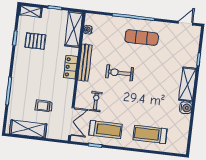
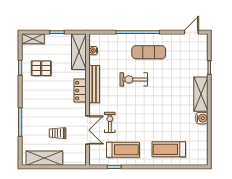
exercise bike: (120, 73) -> (134, 79), moved
double door: (71, 121) -> (87, 130), moved

